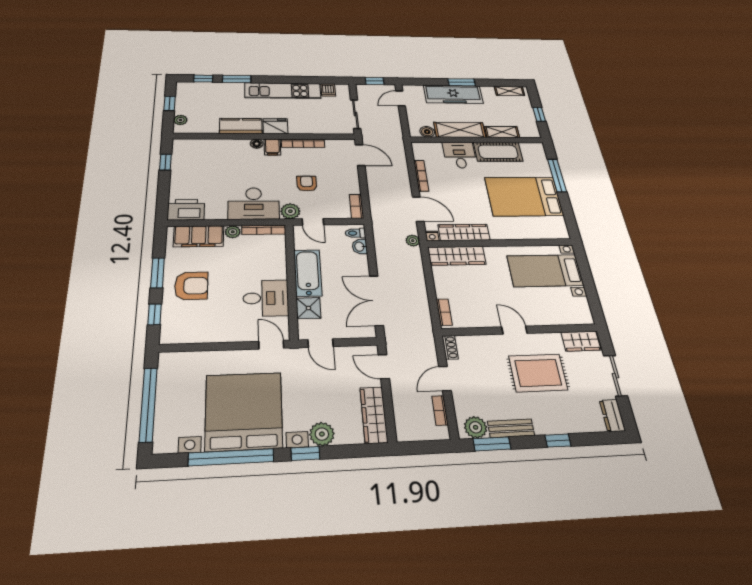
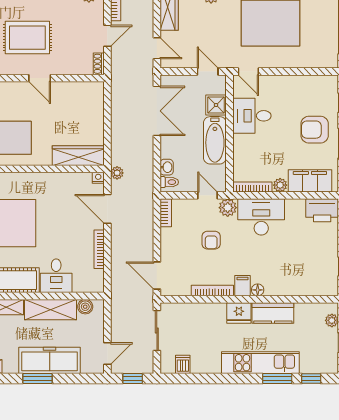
kitchen unit: (283, 91) -> (260, 363), moved
wardrobe: (464, 232) -> (67, 181), removed
bookcase: (444, 312) -> (99, 98), removed

